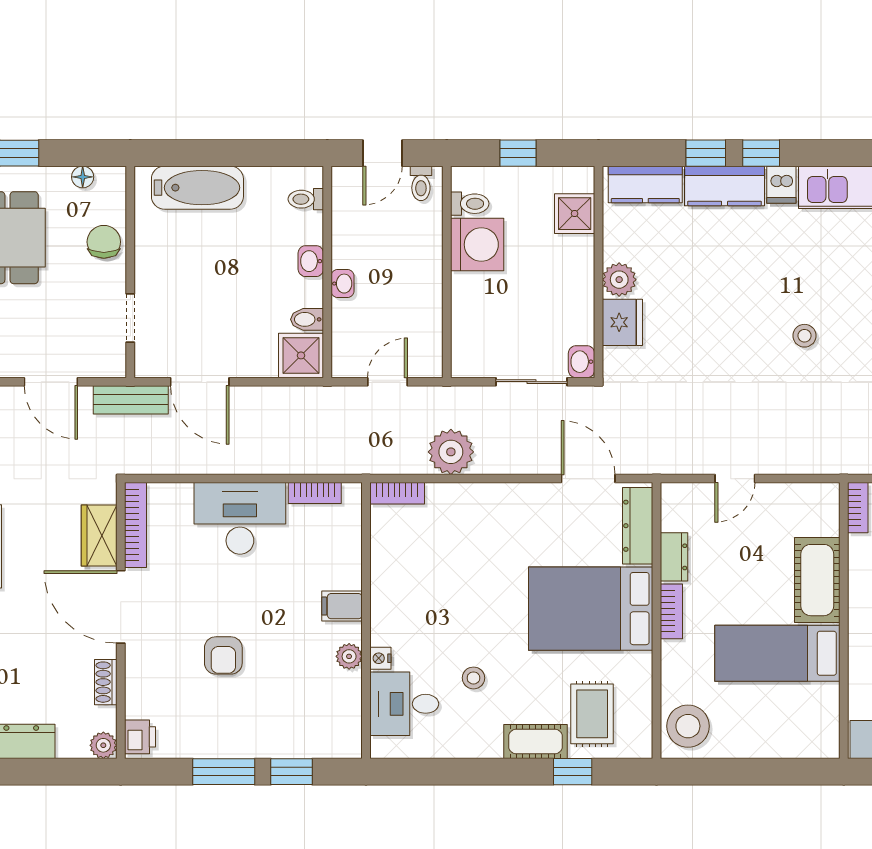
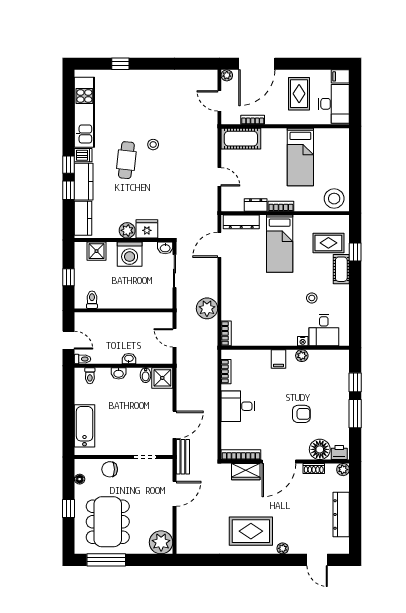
toilet: (421, 183) -> (83, 359), moved
washing machine: (477, 245) -> (130, 254), moved, turned 180
cafe table: (771, 278) -> (126, 160), added
bookcase: (858, 508) -> (253, 120), moved
desk: (240, 518) -> (238, 406), width x0.73
cot: (817, 580) -> (241, 139), moved
bed: (591, 609) -> (280, 244), width x0.67
floor lamp: (147, 695) -> (320, 449), added

